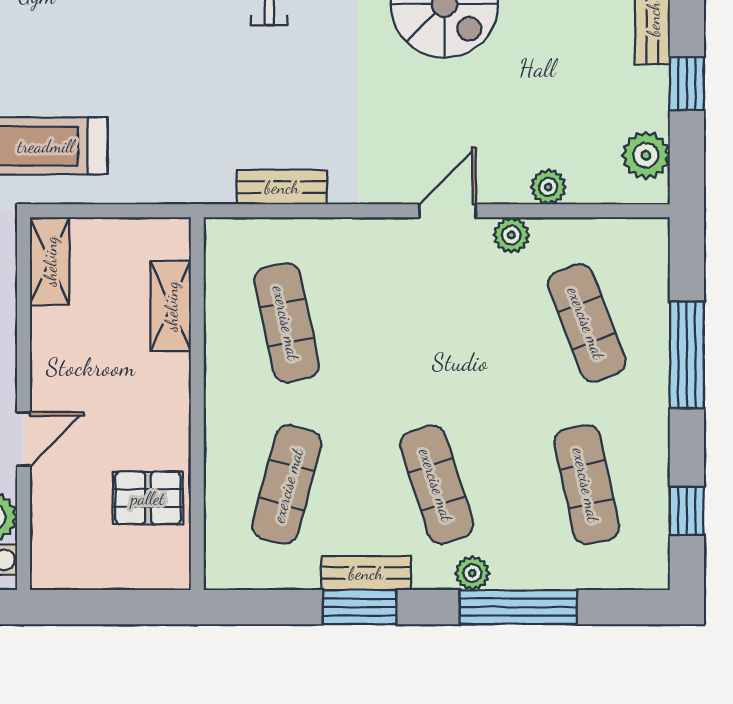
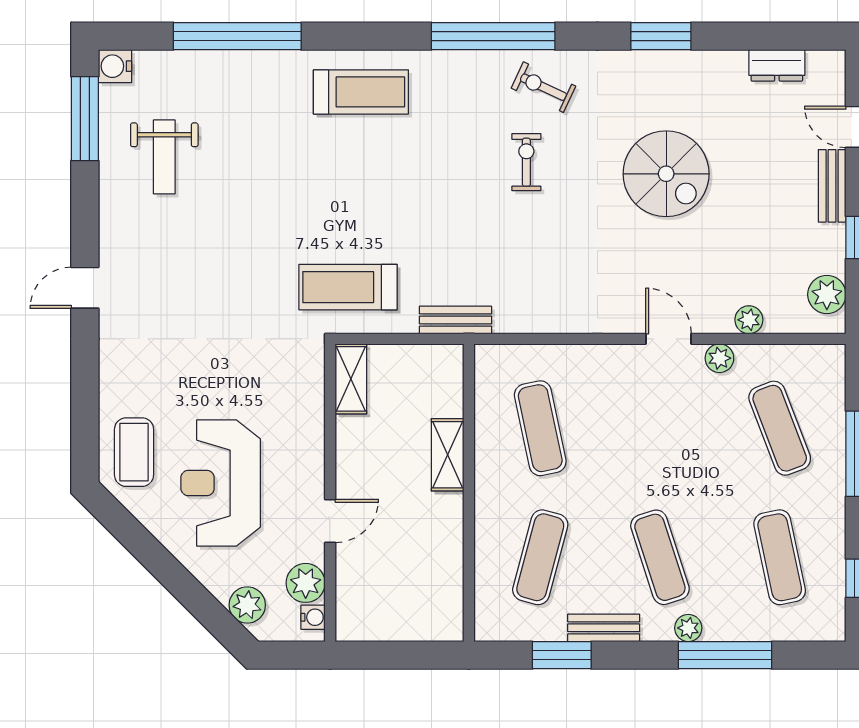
bench: (282, 187) -> (456, 320), moved
door: (447, 211) -> (668, 339), hinge flipped
shelving: (171, 306) -> (448, 455), moved
pallet: (148, 498) -> (429, 568), removed
window: (359, 607) -> (562, 655), moved

